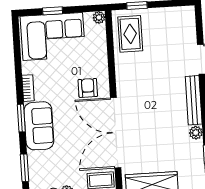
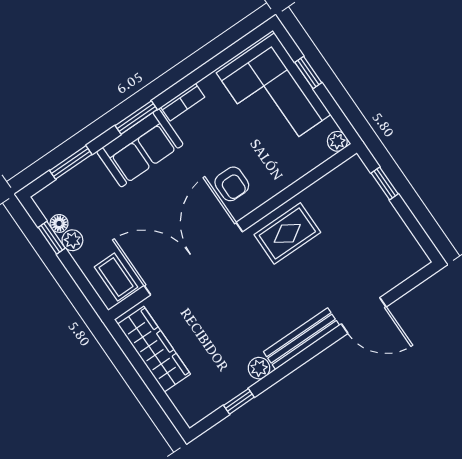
rug: (130, 34) -> (287, 233), moved
armchair: (88, 88) -> (232, 184), turned 90

